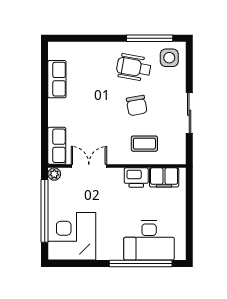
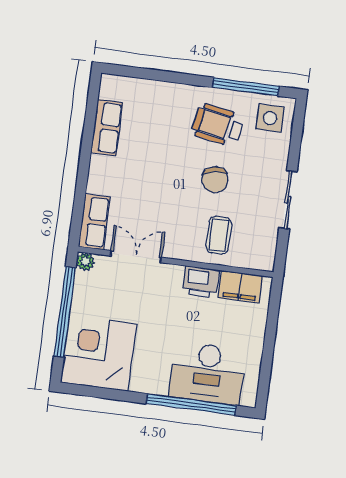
coffee table: (144, 144) -> (219, 235), turned 90

